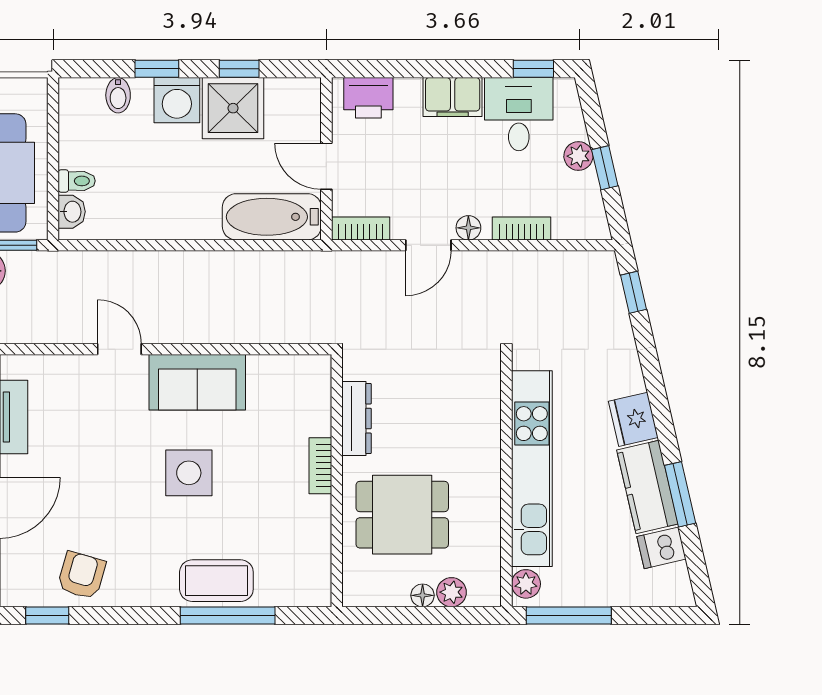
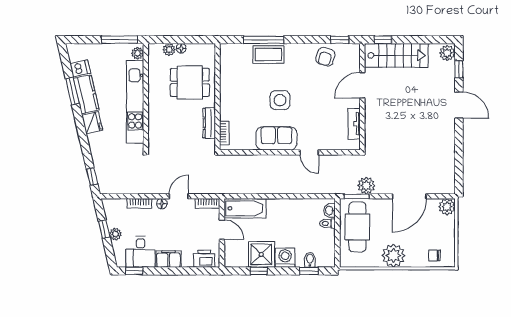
window: (157, 69) -> (309, 271), moved
bookcase: (320, 466) -> (224, 133), moved

